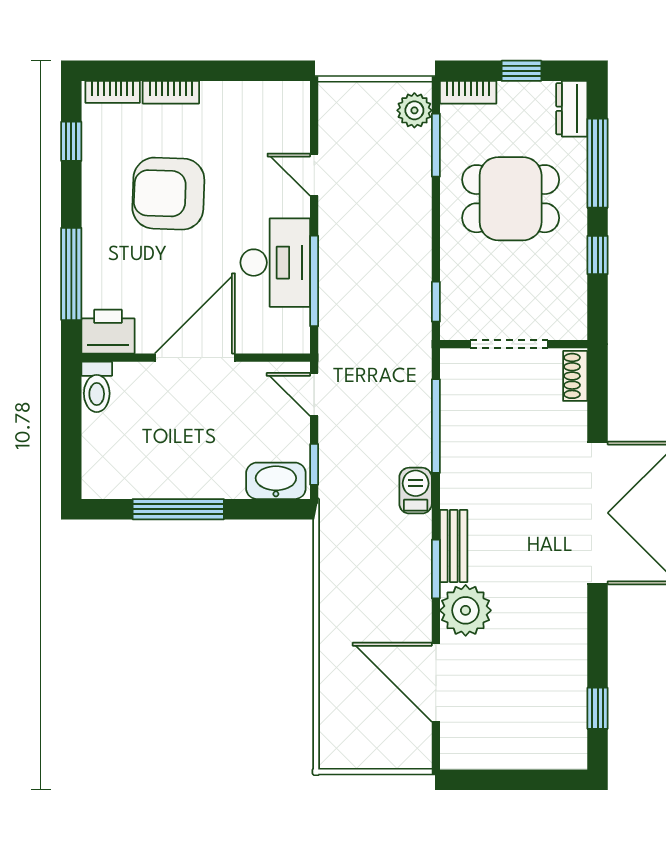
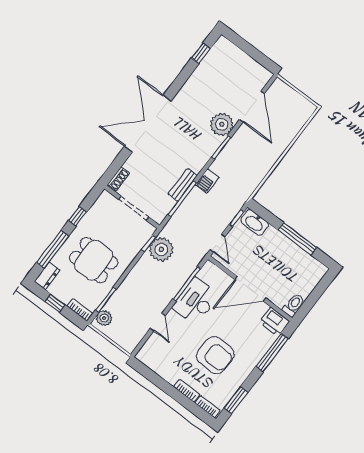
window: (71, 141) -> (236, 400), width x1.50
plant: (405, 308) -> (161, 249), added
bench: (454, 546) -> (183, 185), moved

